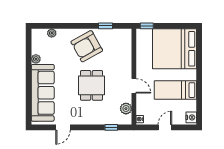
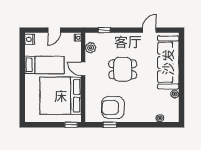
armchair: (87, 46) -> (113, 107), moved, turned -151
bed: (174, 49) -> (61, 96), moved, turned 180
dining table: (92, 85) -> (123, 69), turned 90

